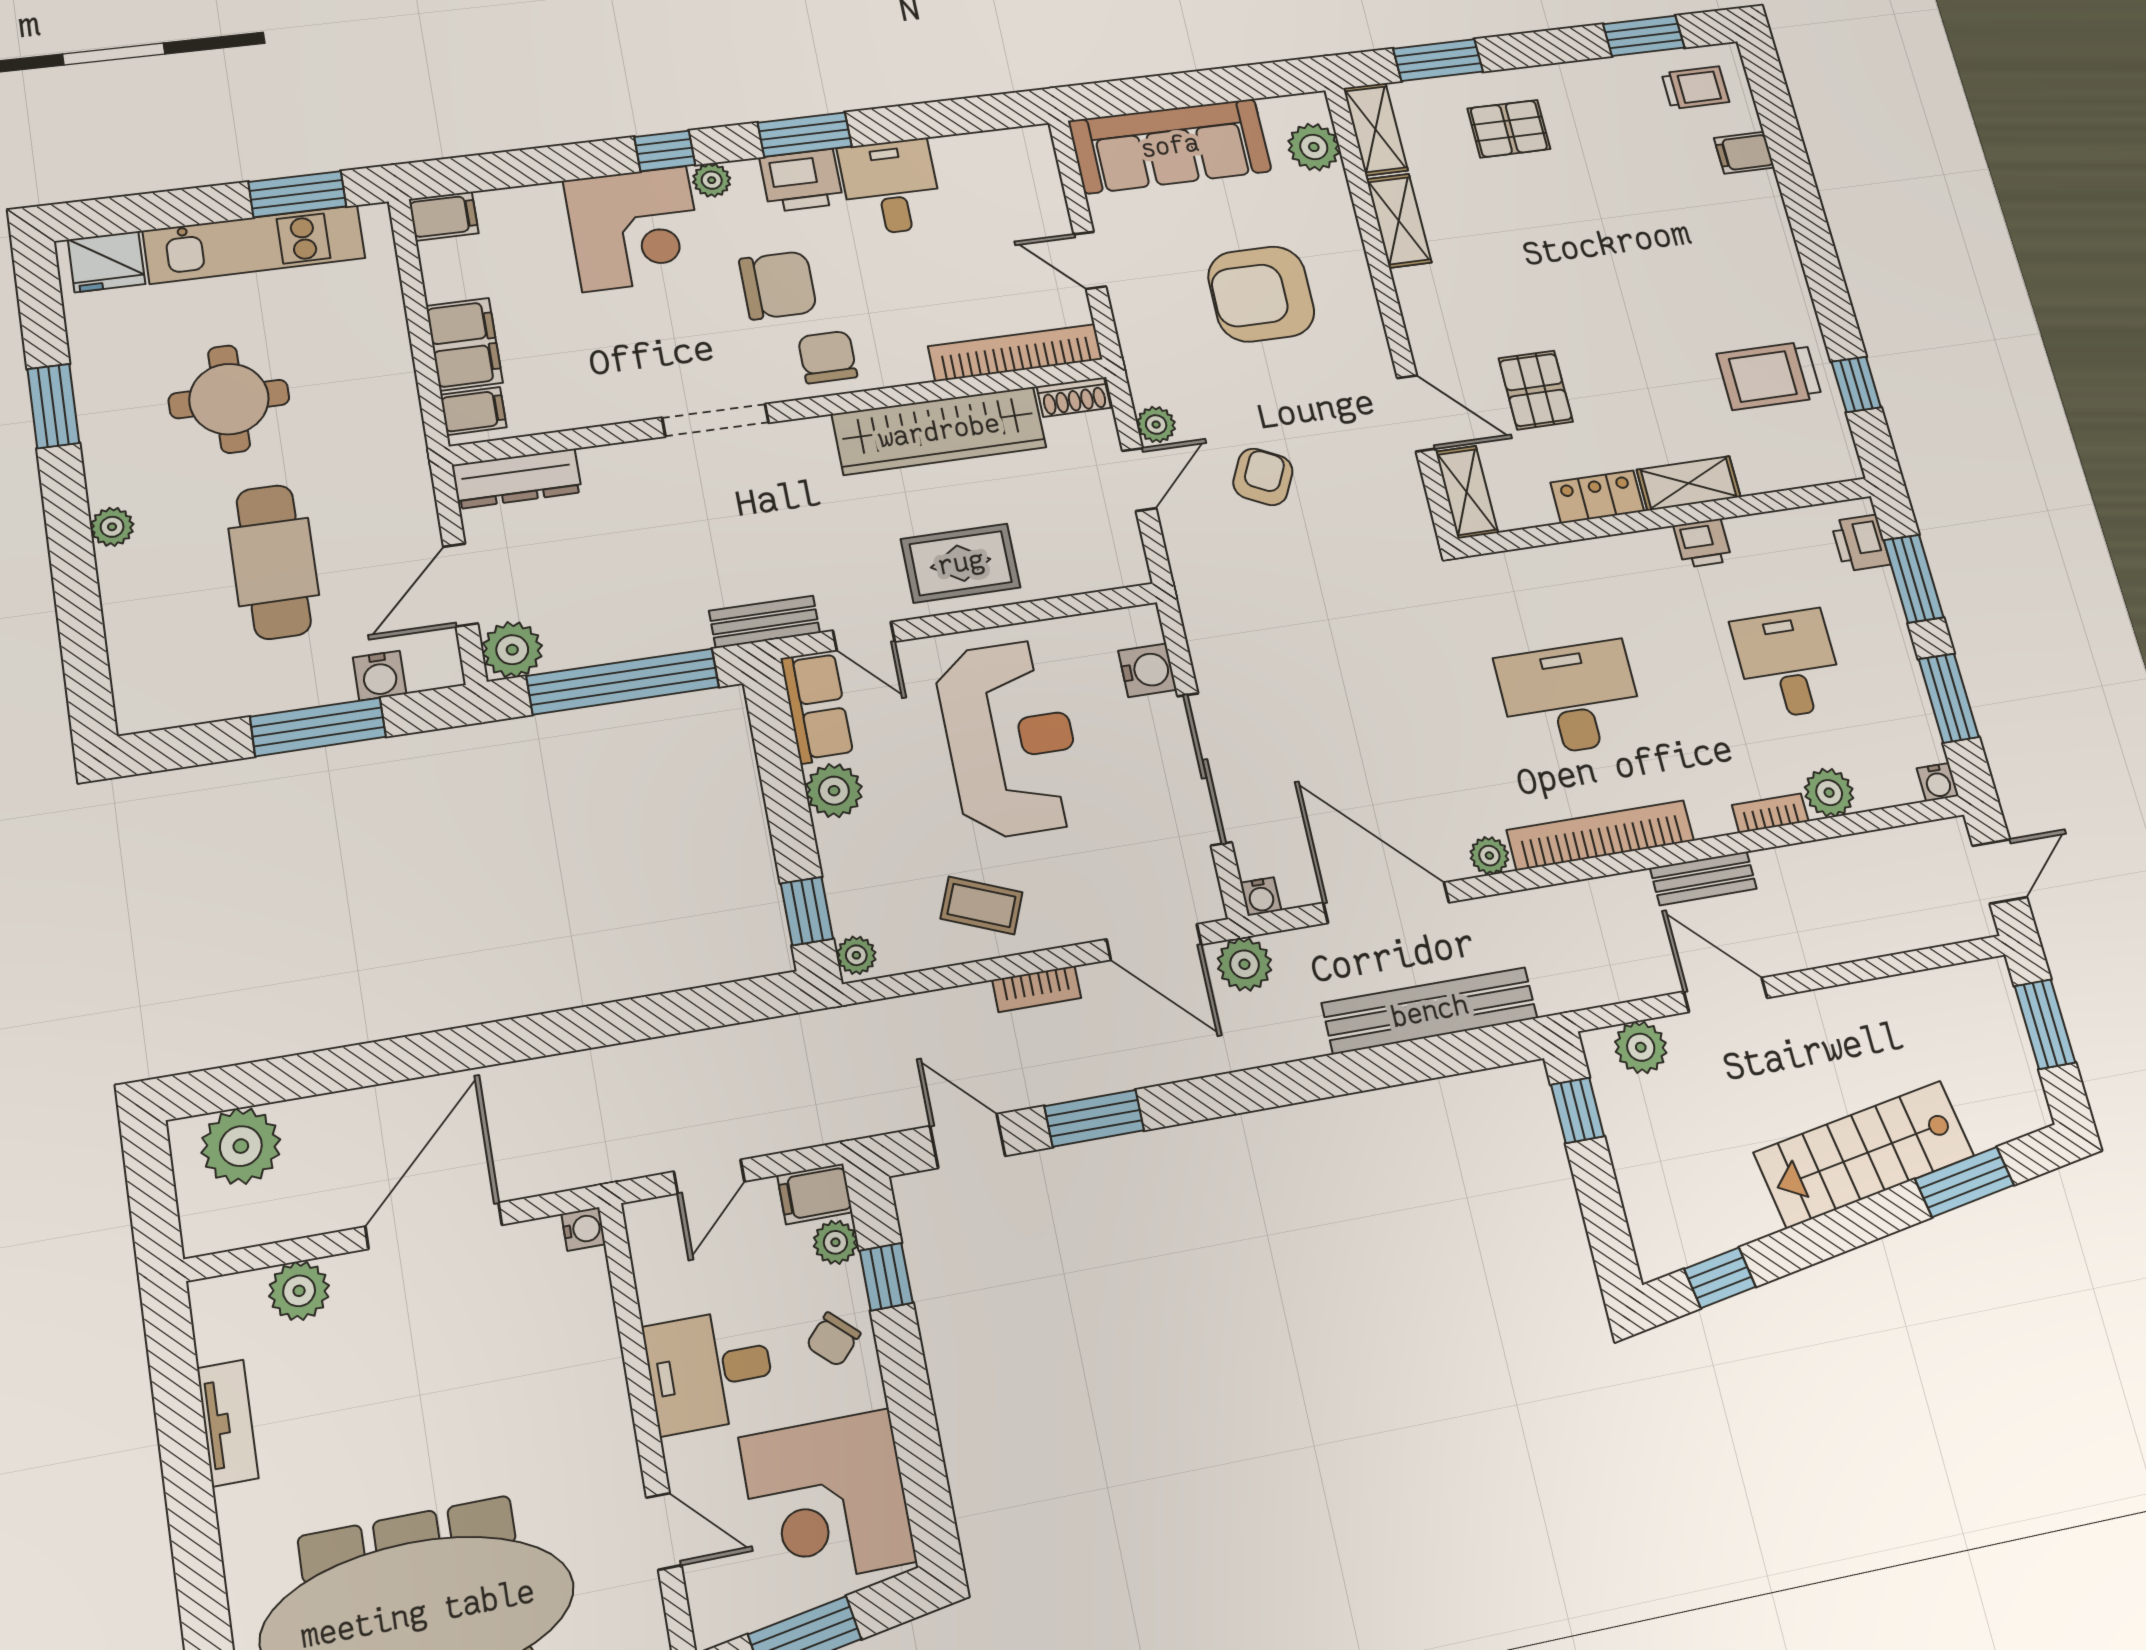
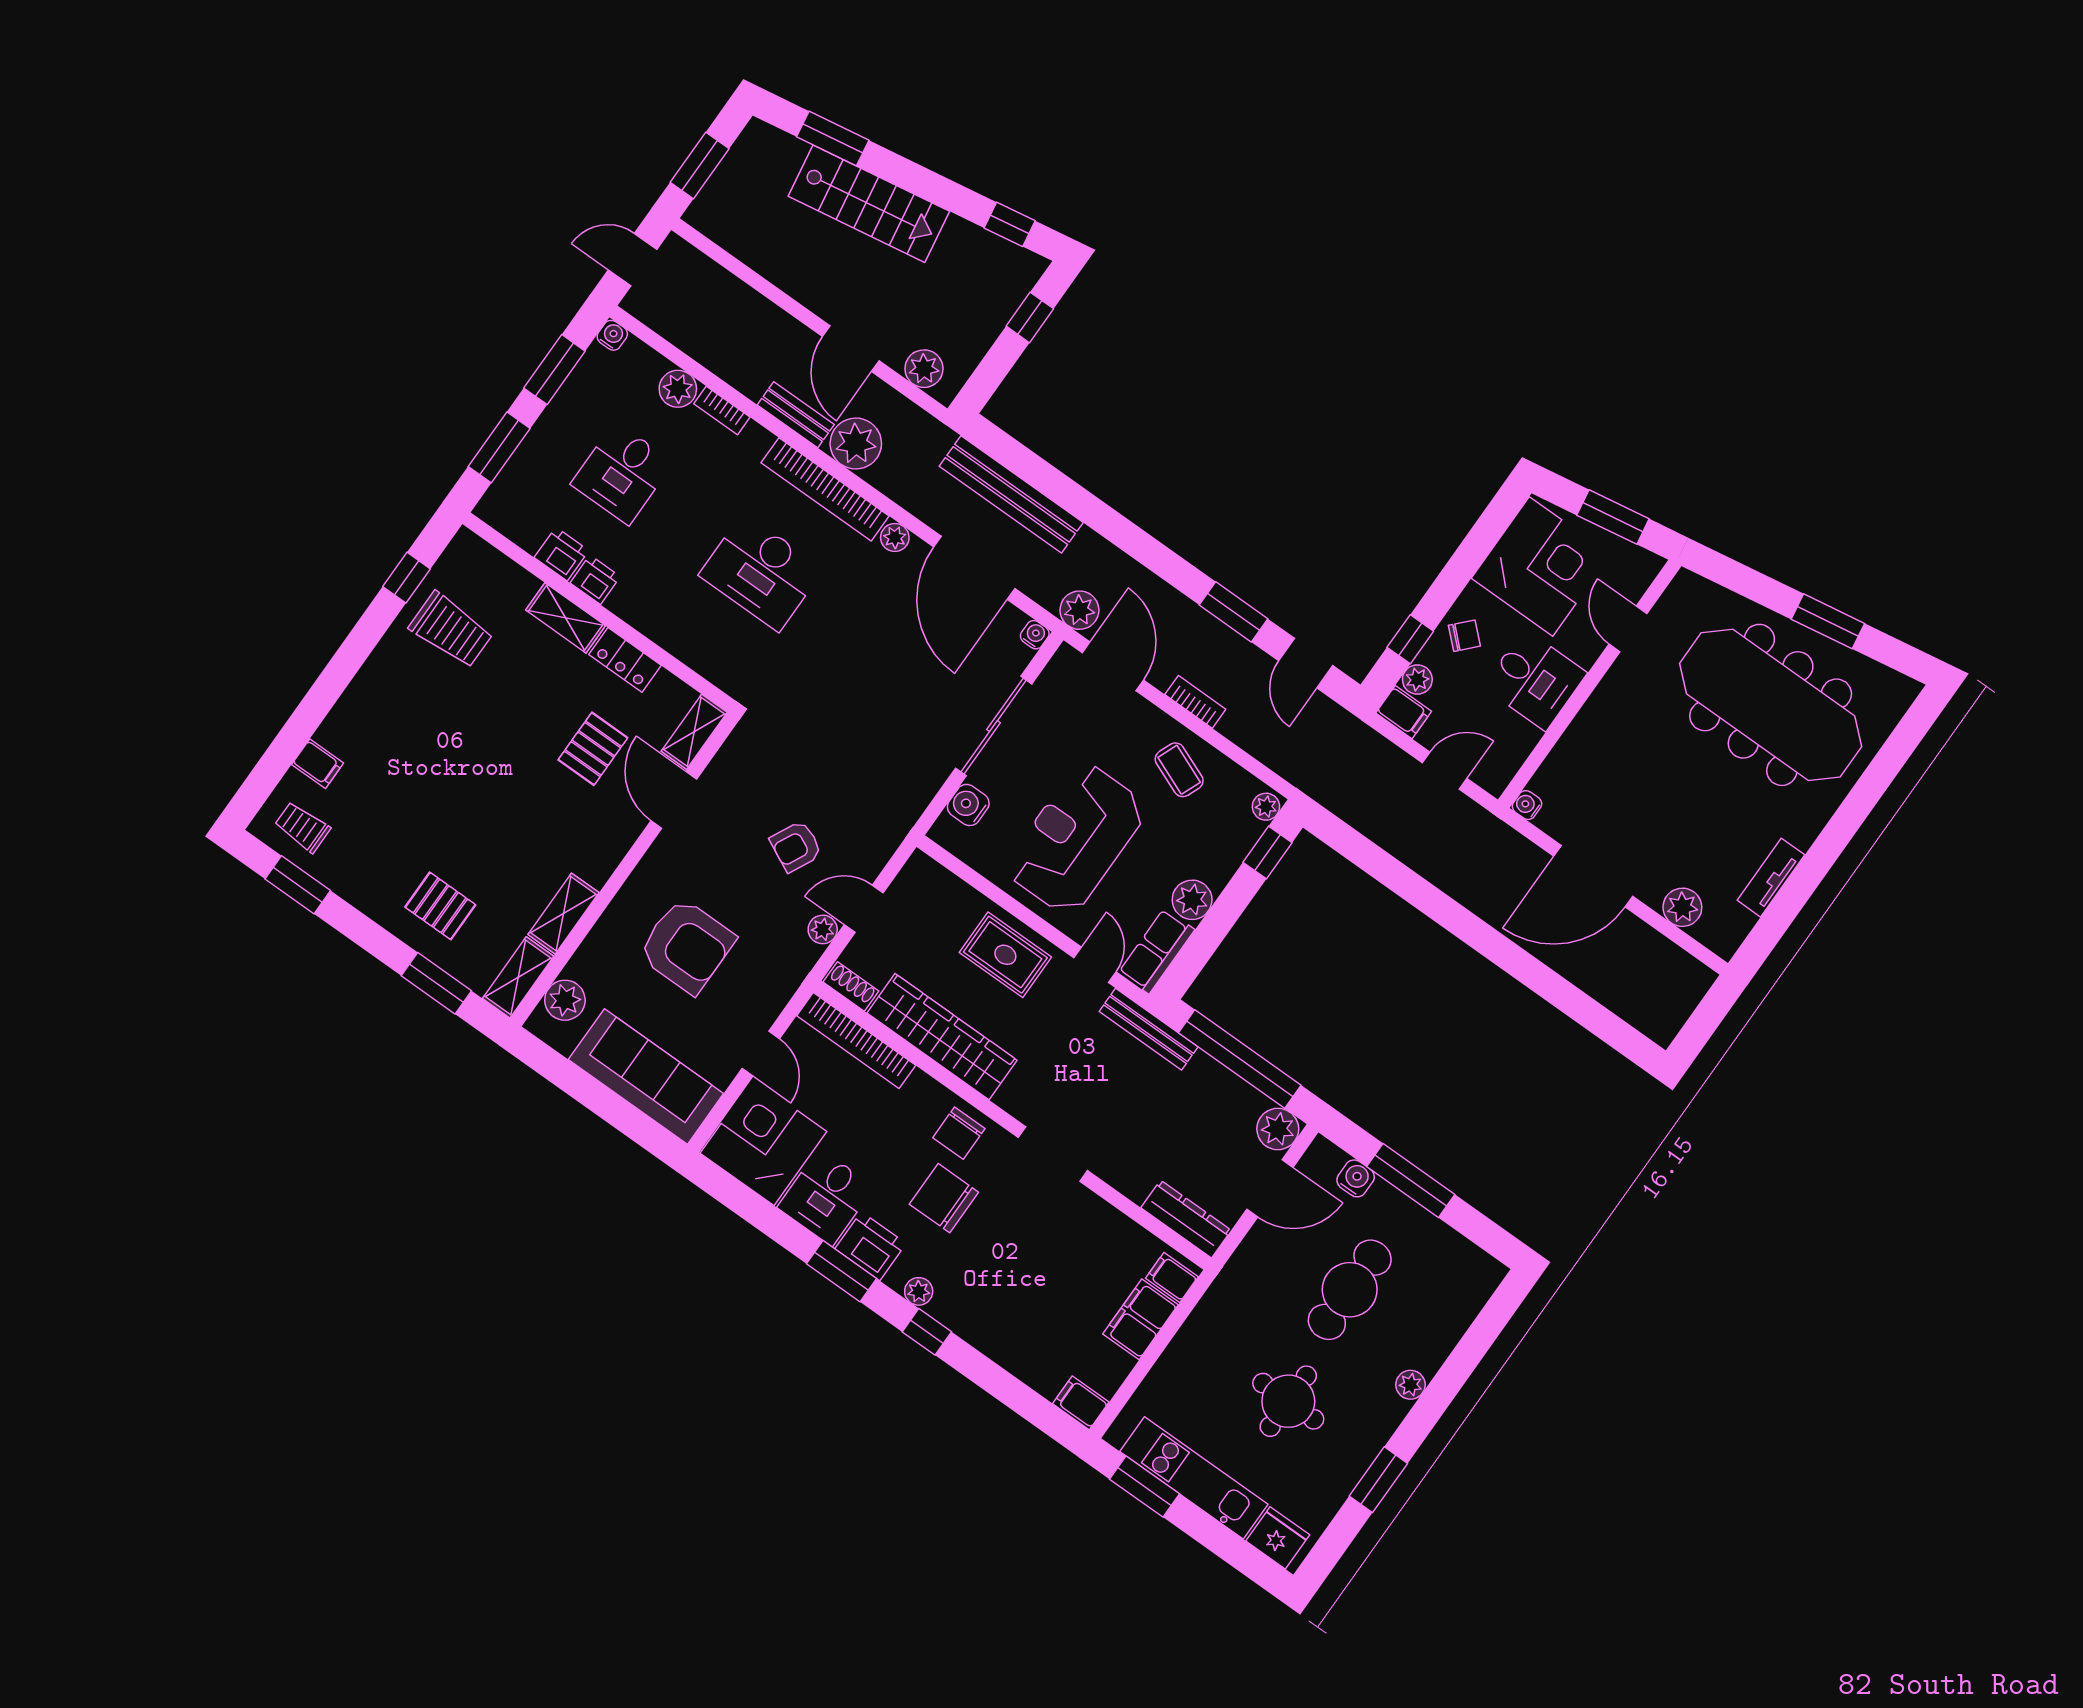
corner desk: (635, 229) -> (763, 1142), moved
printer: (1861, 543) -> (562, 554), moved, turned -90
bench: (765, 622) -> (1149, 1029), width x1.36
window: (1578, 1110) -> (1030, 317), moved
plant: (241, 1146) -> (856, 444), moved

